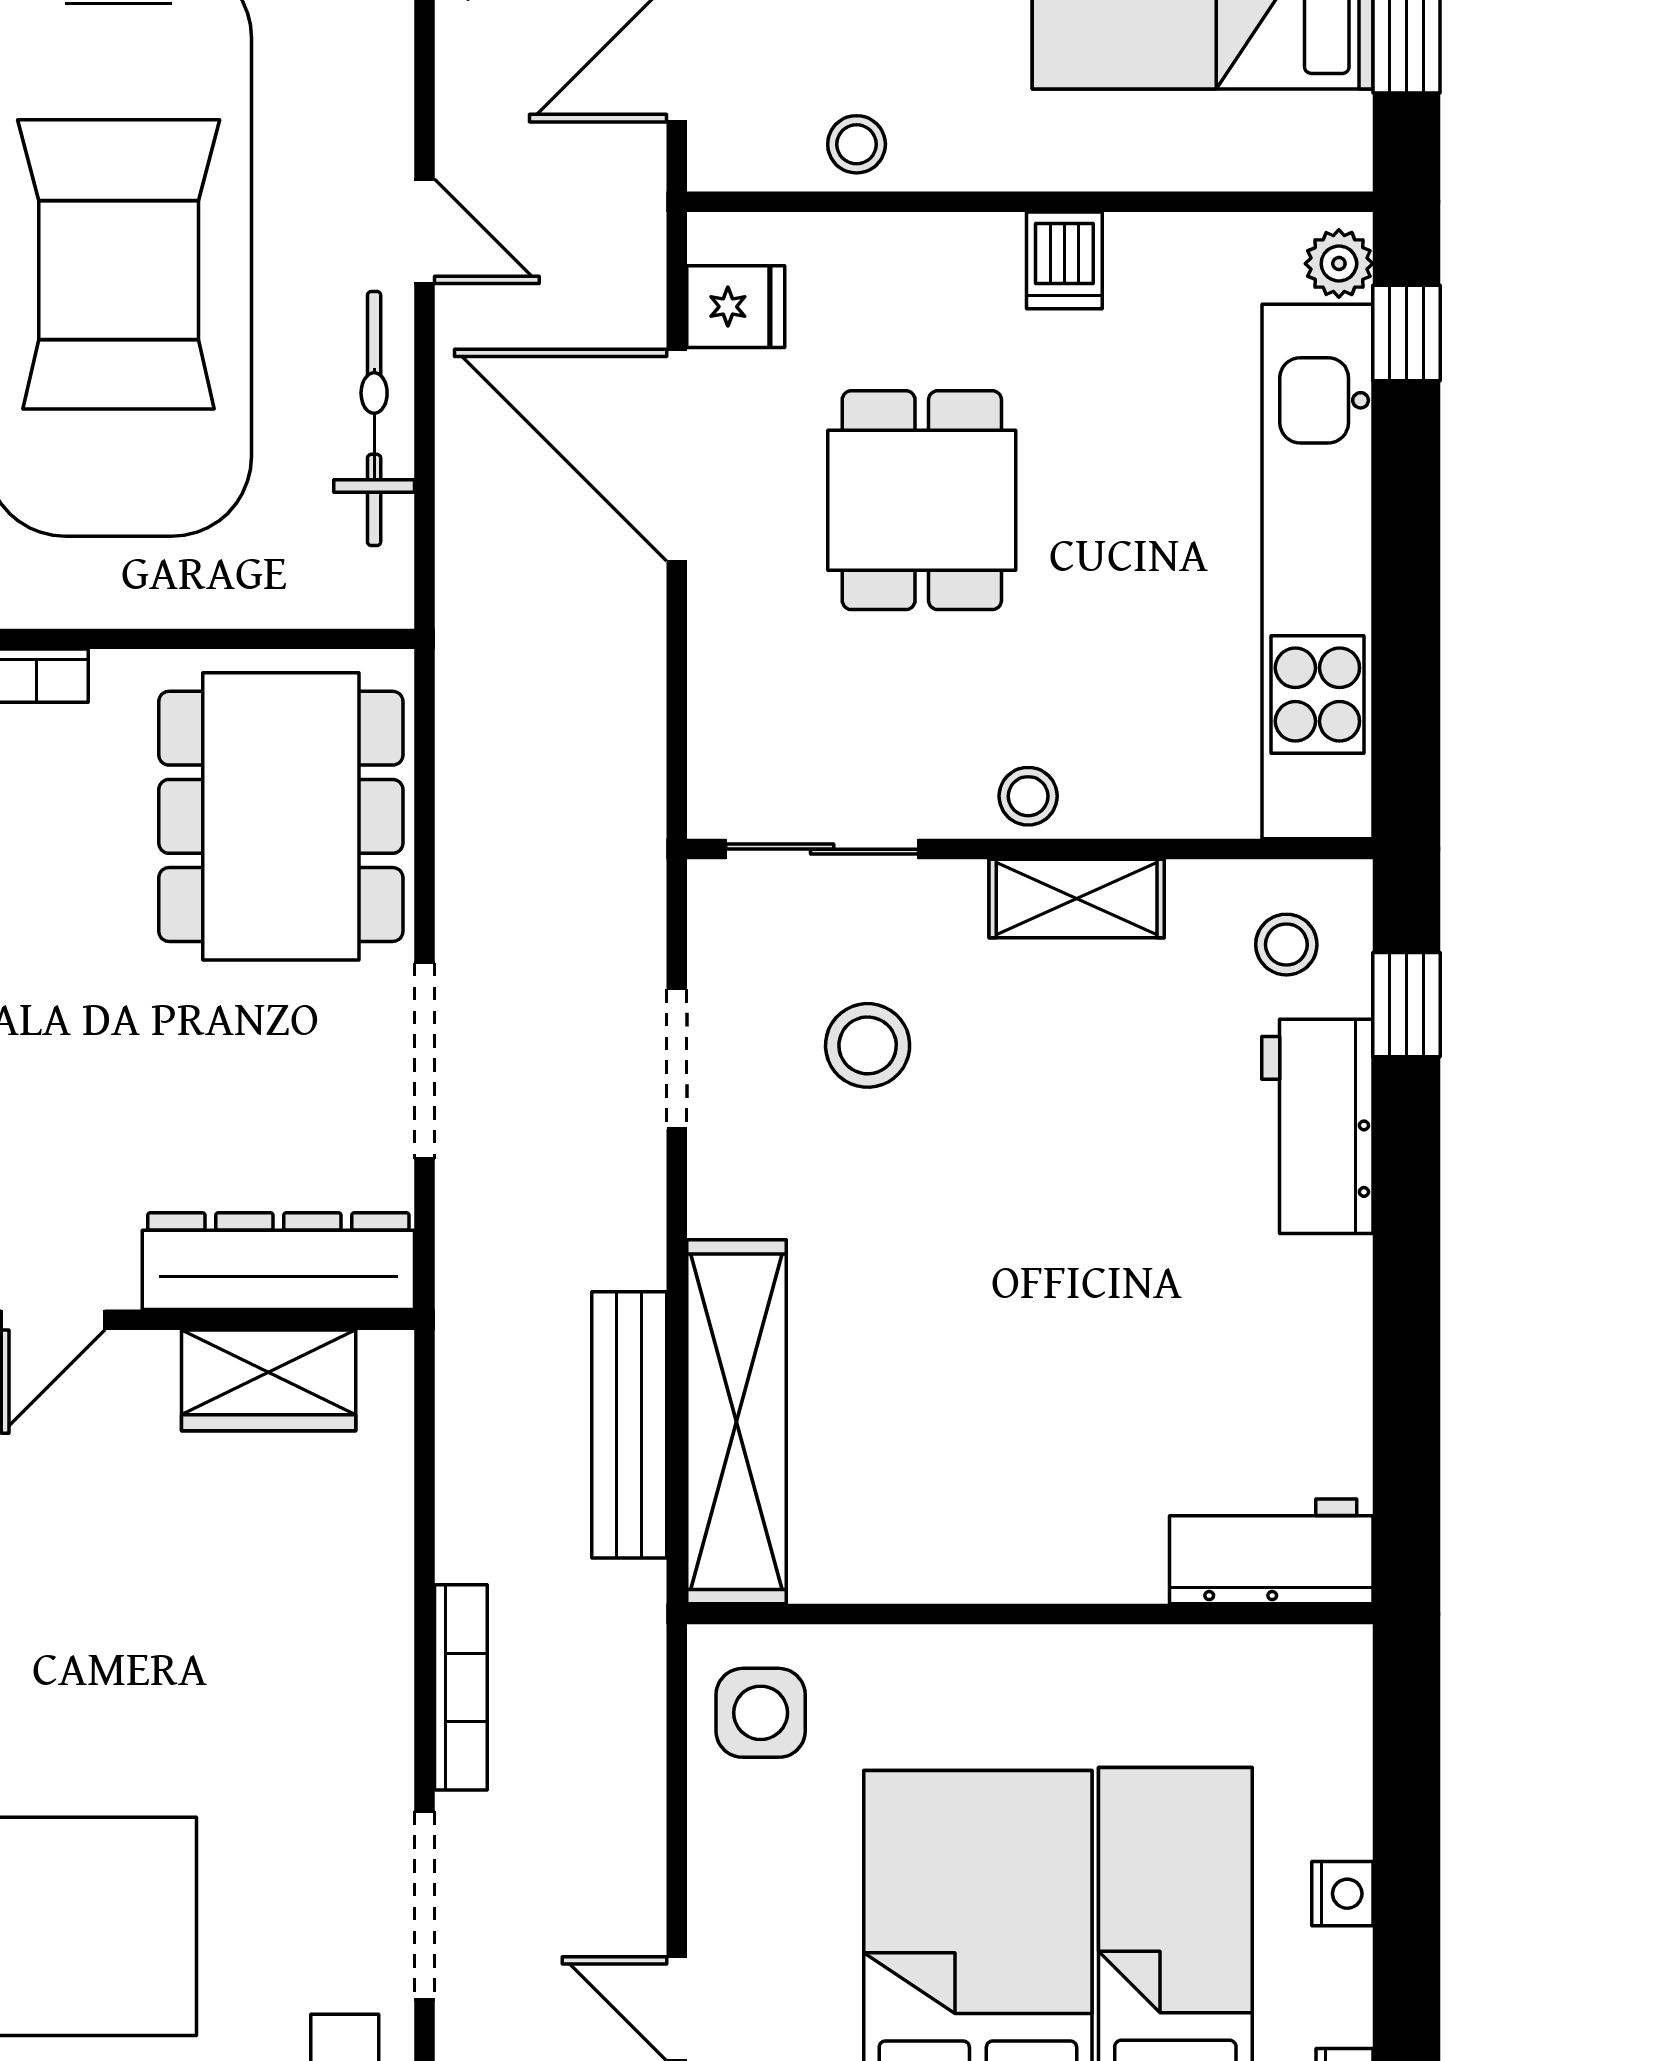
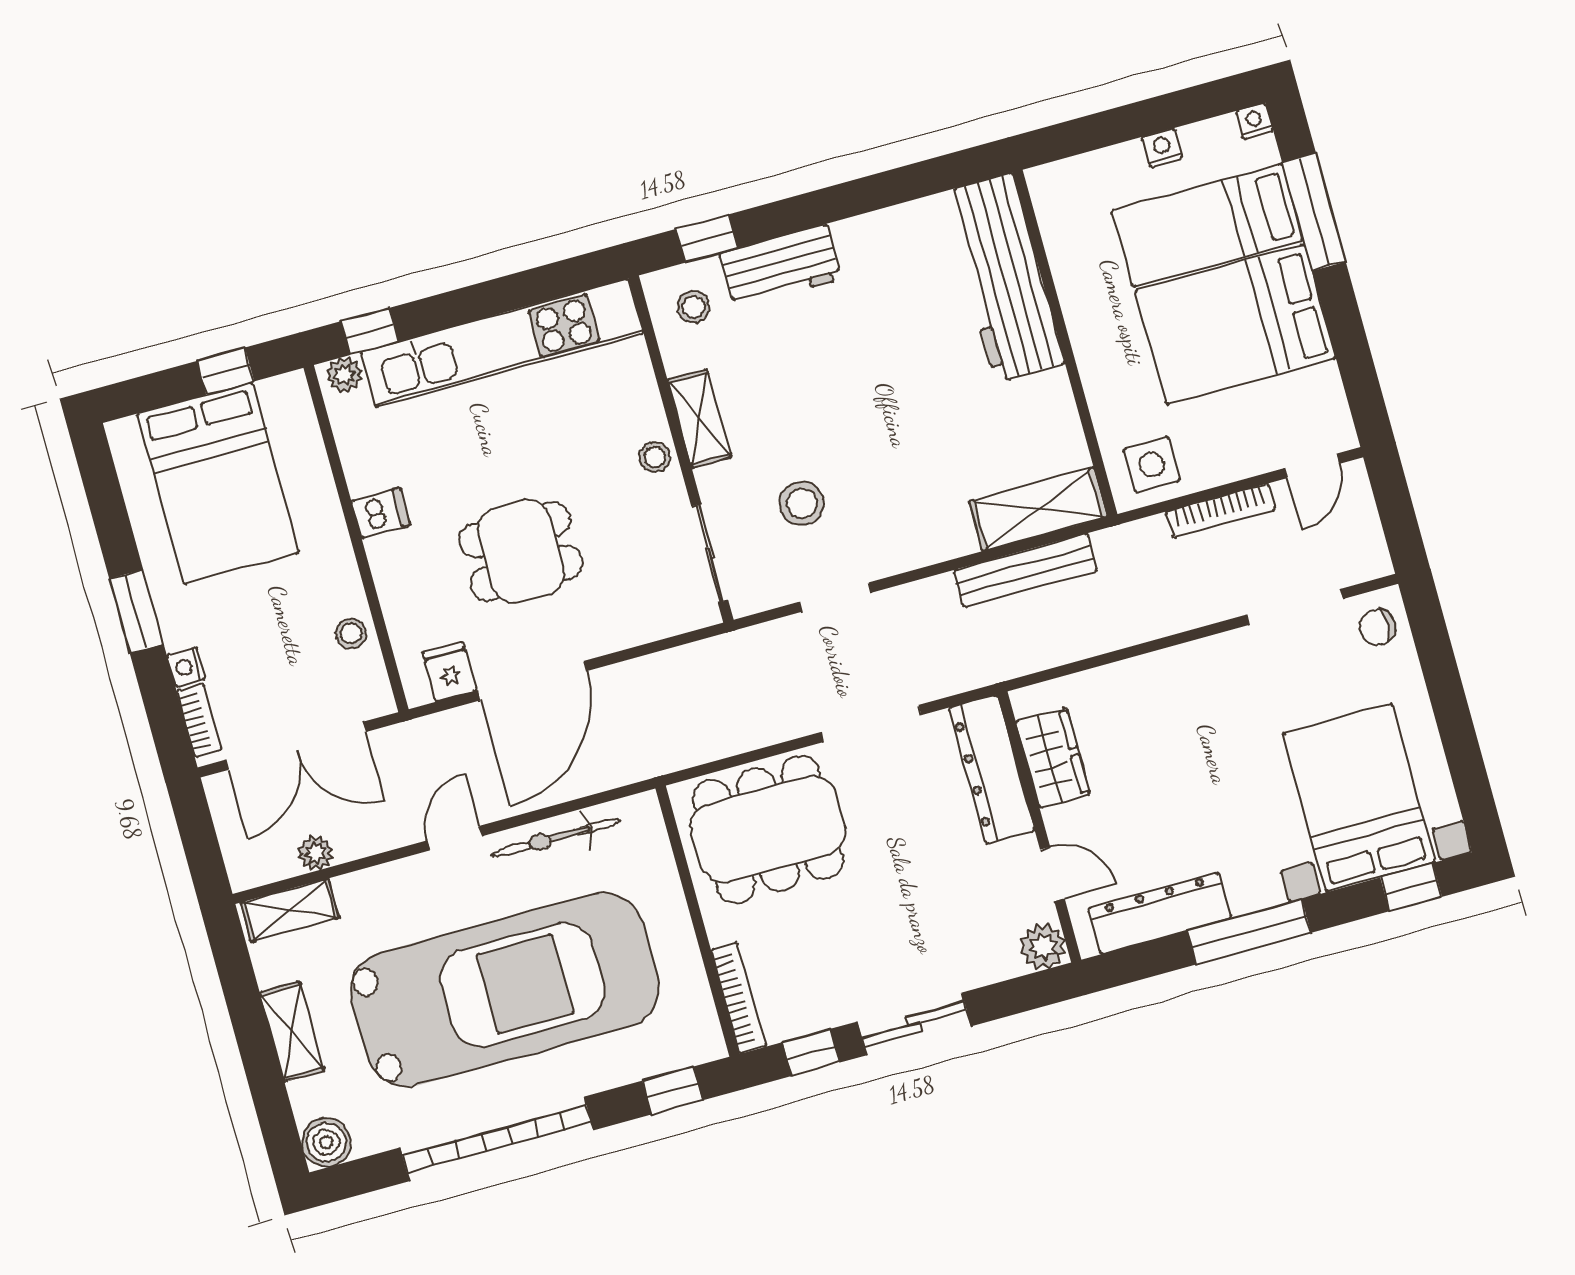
shelving: (736, 1422) -> (1038, 509), width x0.68
workbench: (1271, 1551) -> (1004, 278), width x1.88, depth x1.32
bookcase: (461, 1687) -> (1220, 511), moved, turned 180

